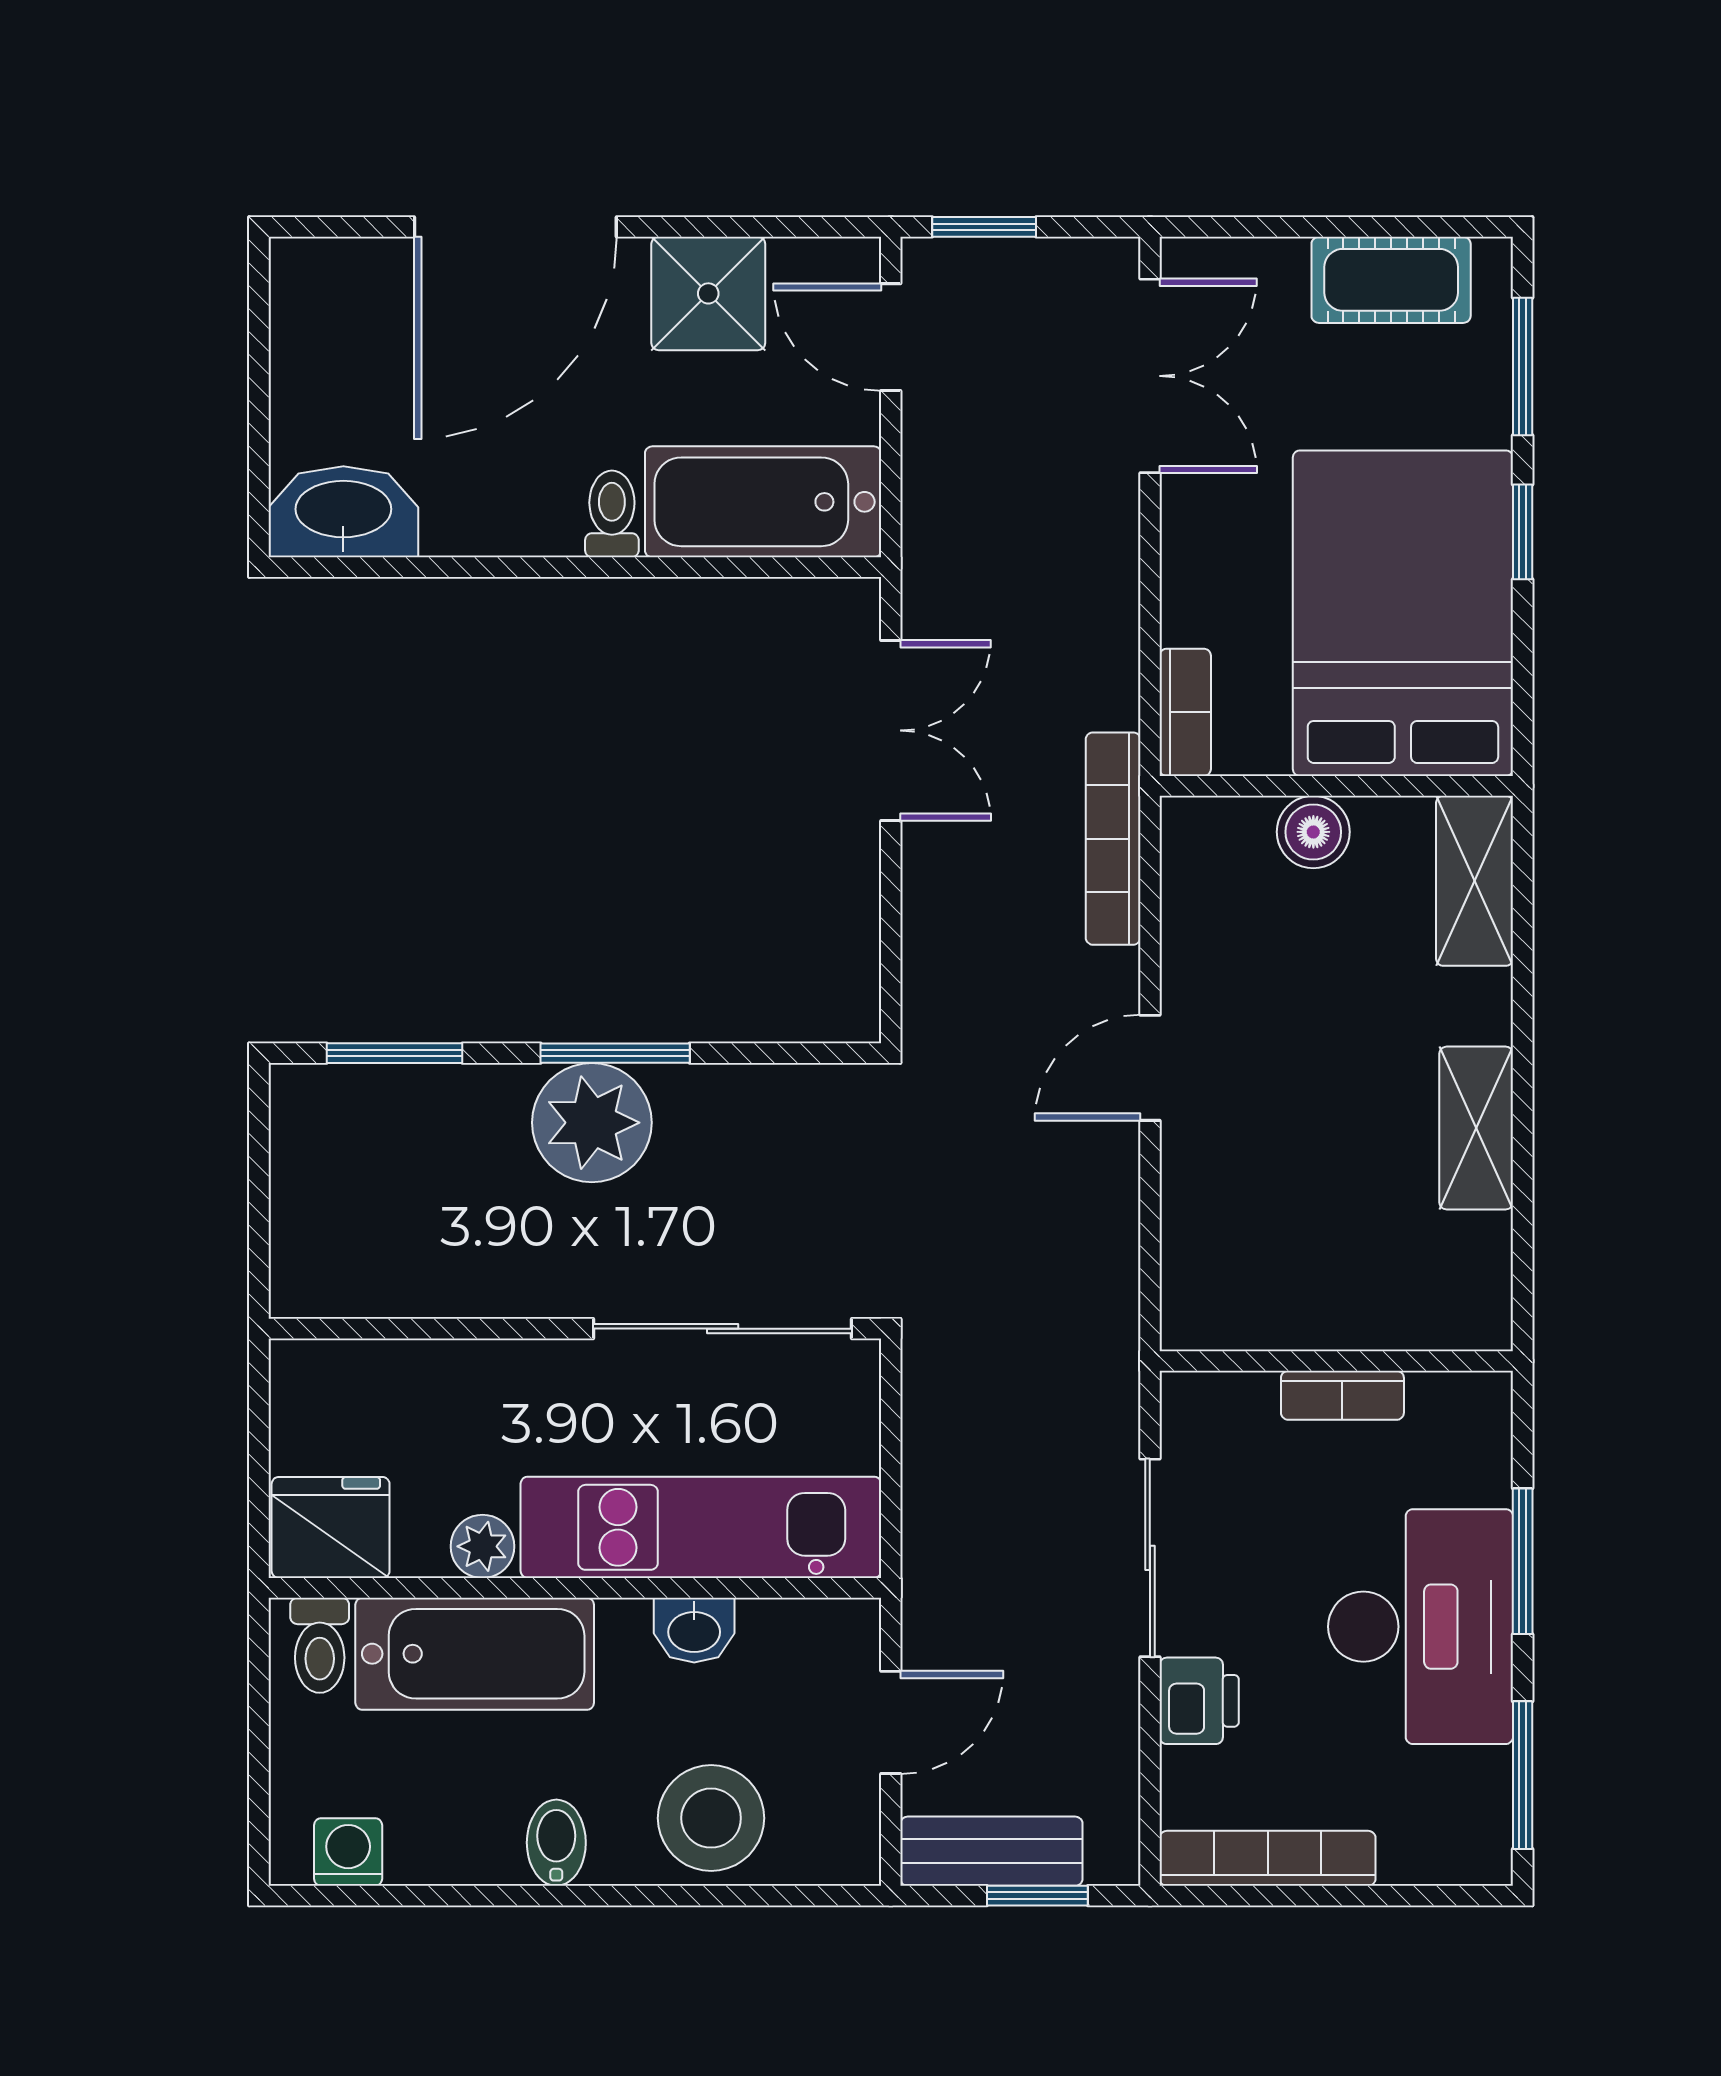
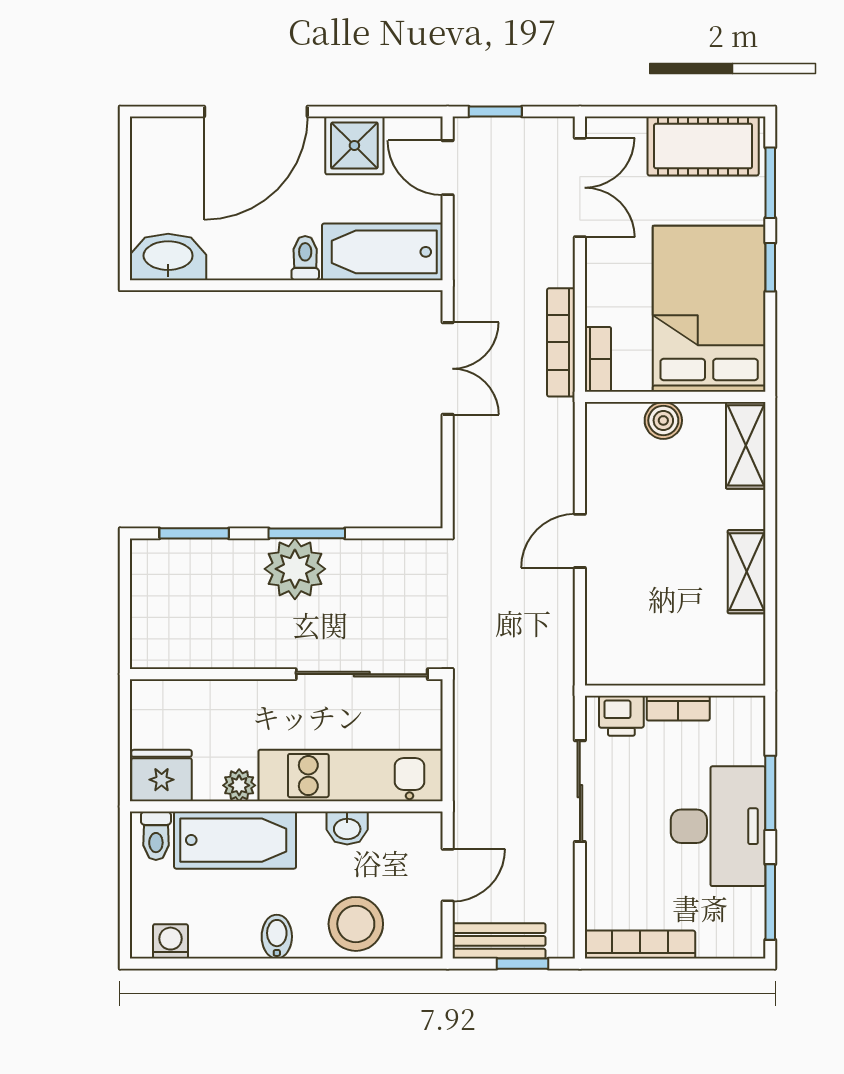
cot: (1391, 280) -> (703, 146), width x1.37, depth x1.34
bookcase: (1113, 839) -> (561, 342), moved
printer: (1199, 1701) -> (621, 716), moved, turned 90

